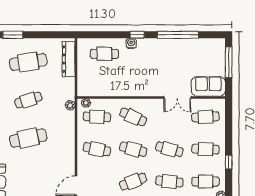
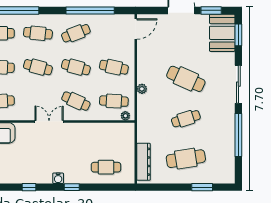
window: (178, 35) -> (29, 187), width x0.32
water cooler: (131, 43) -> (58, 178), moved
double door: (177, 97) -> (49, 121), moved
plant: (70, 105) -> (142, 89), moved
cafe table: (28, 138) -> (186, 79), turned 36

